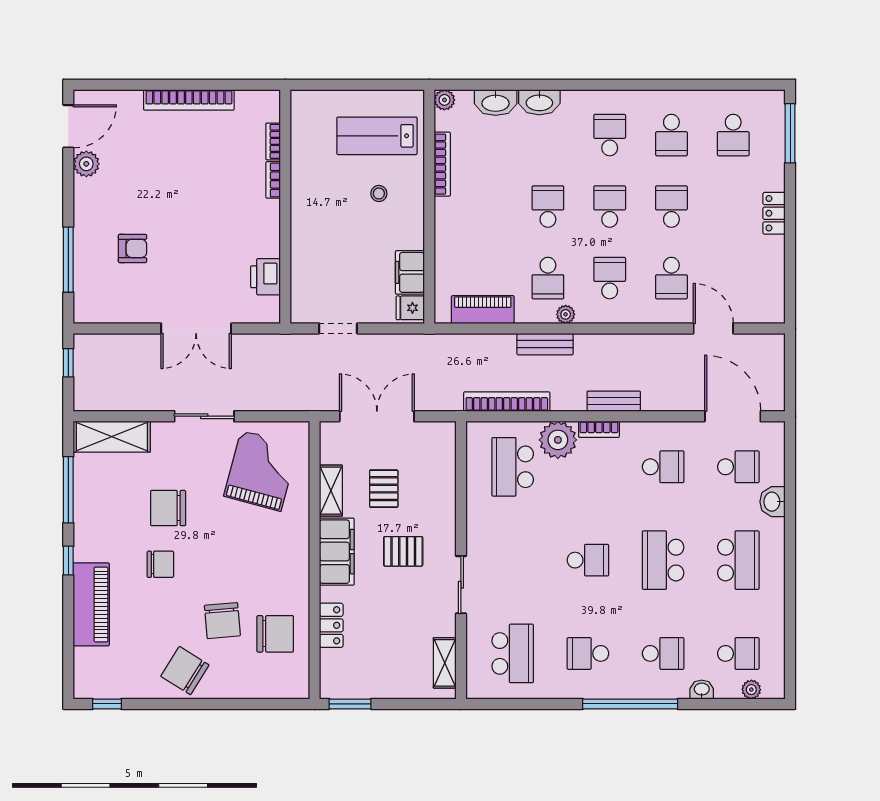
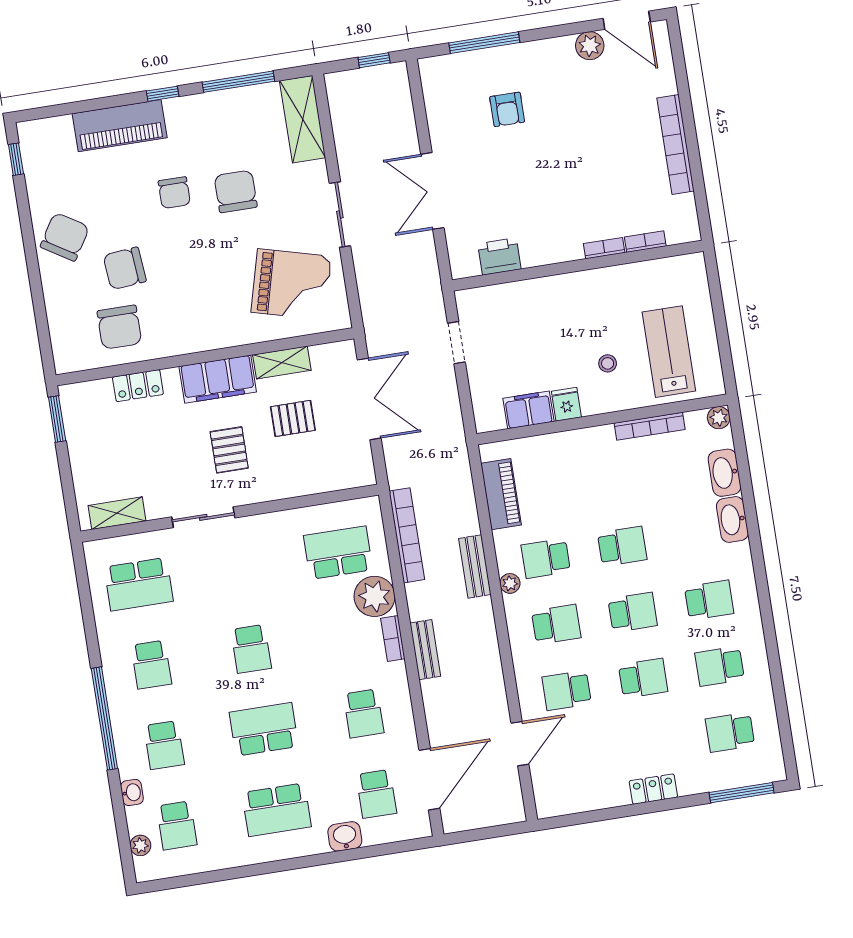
fridge: (410, 308) -> (566, 404), moved
school desk: (588, 653) -> (151, 665), turned 180

